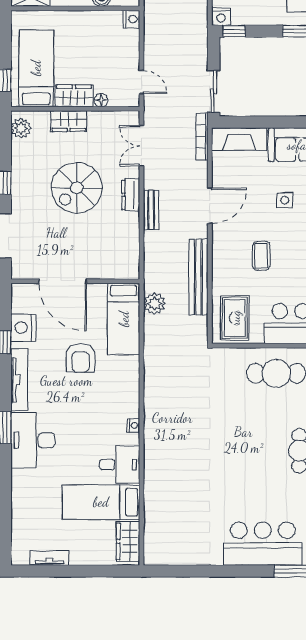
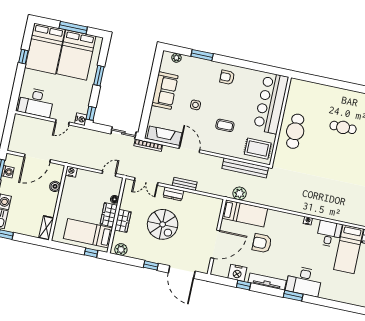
fireplace: (239, 139) -> (164, 136), moved, turned -90
bench: (198, 277) -> (245, 168), moved
armchair: (80, 358) -> (262, 243), turned 180

